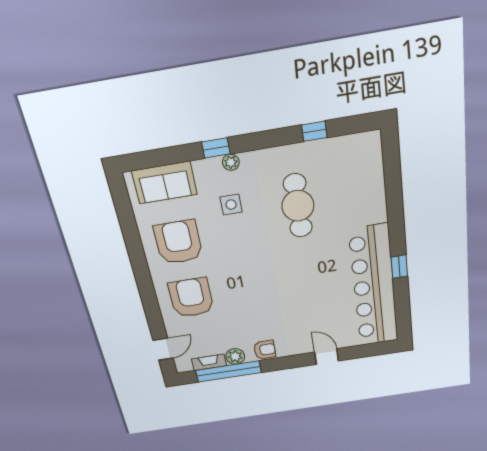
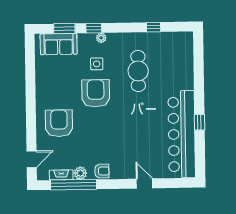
window: (168, 156) -> (64, 29), added
armchair: (178, 242) -> (96, 93), moved

